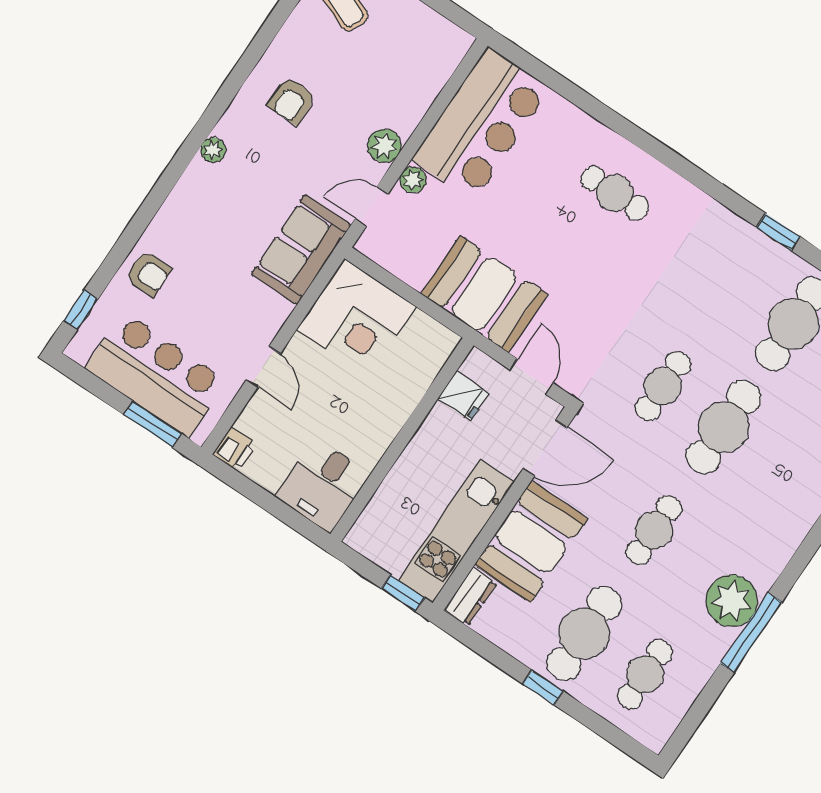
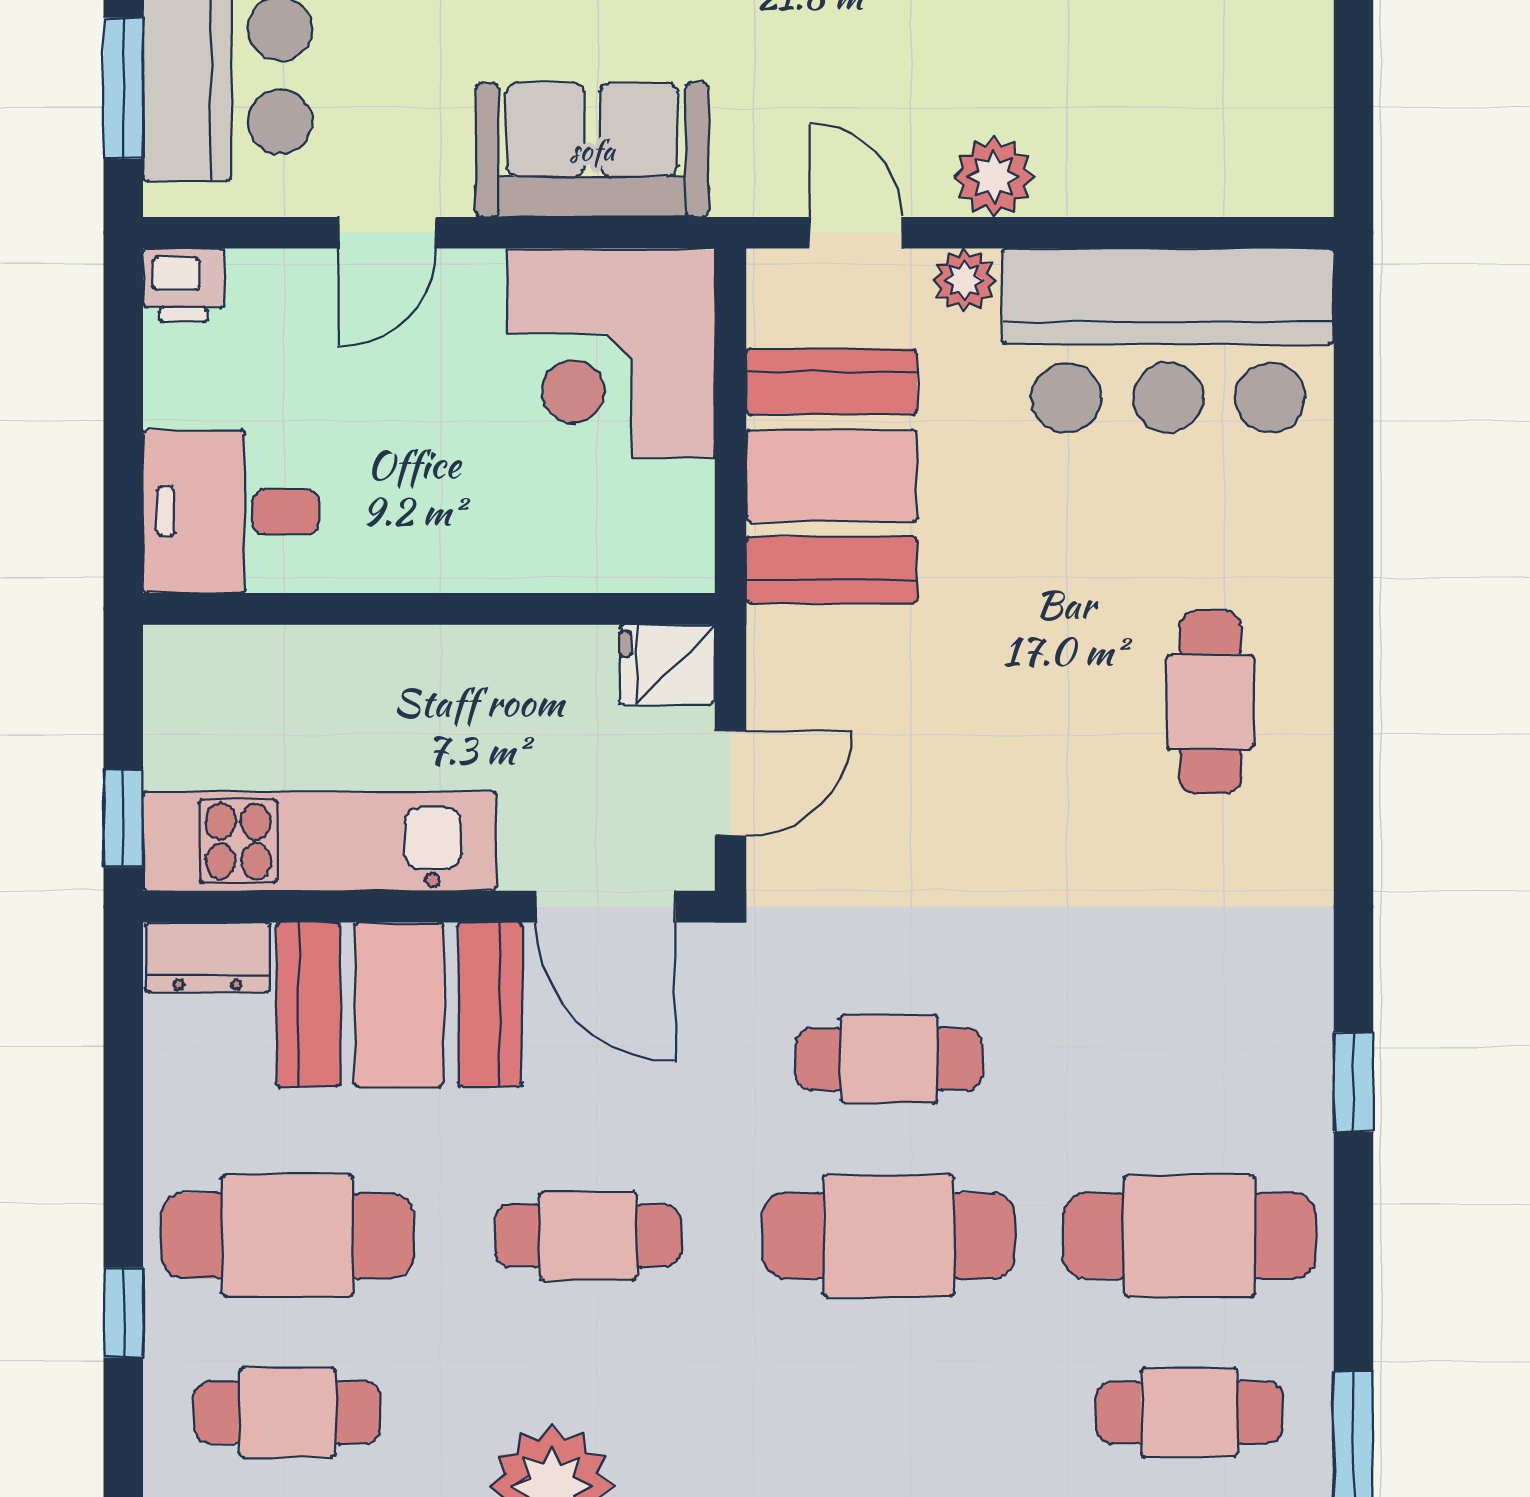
sofa: (301, 249) -> (592, 150), moved
booth: (484, 294) -> (832, 476), moved
fridge: (463, 396) -> (667, 665), moved, turned 90
window: (543, 688) -> (123, 1313), moved

